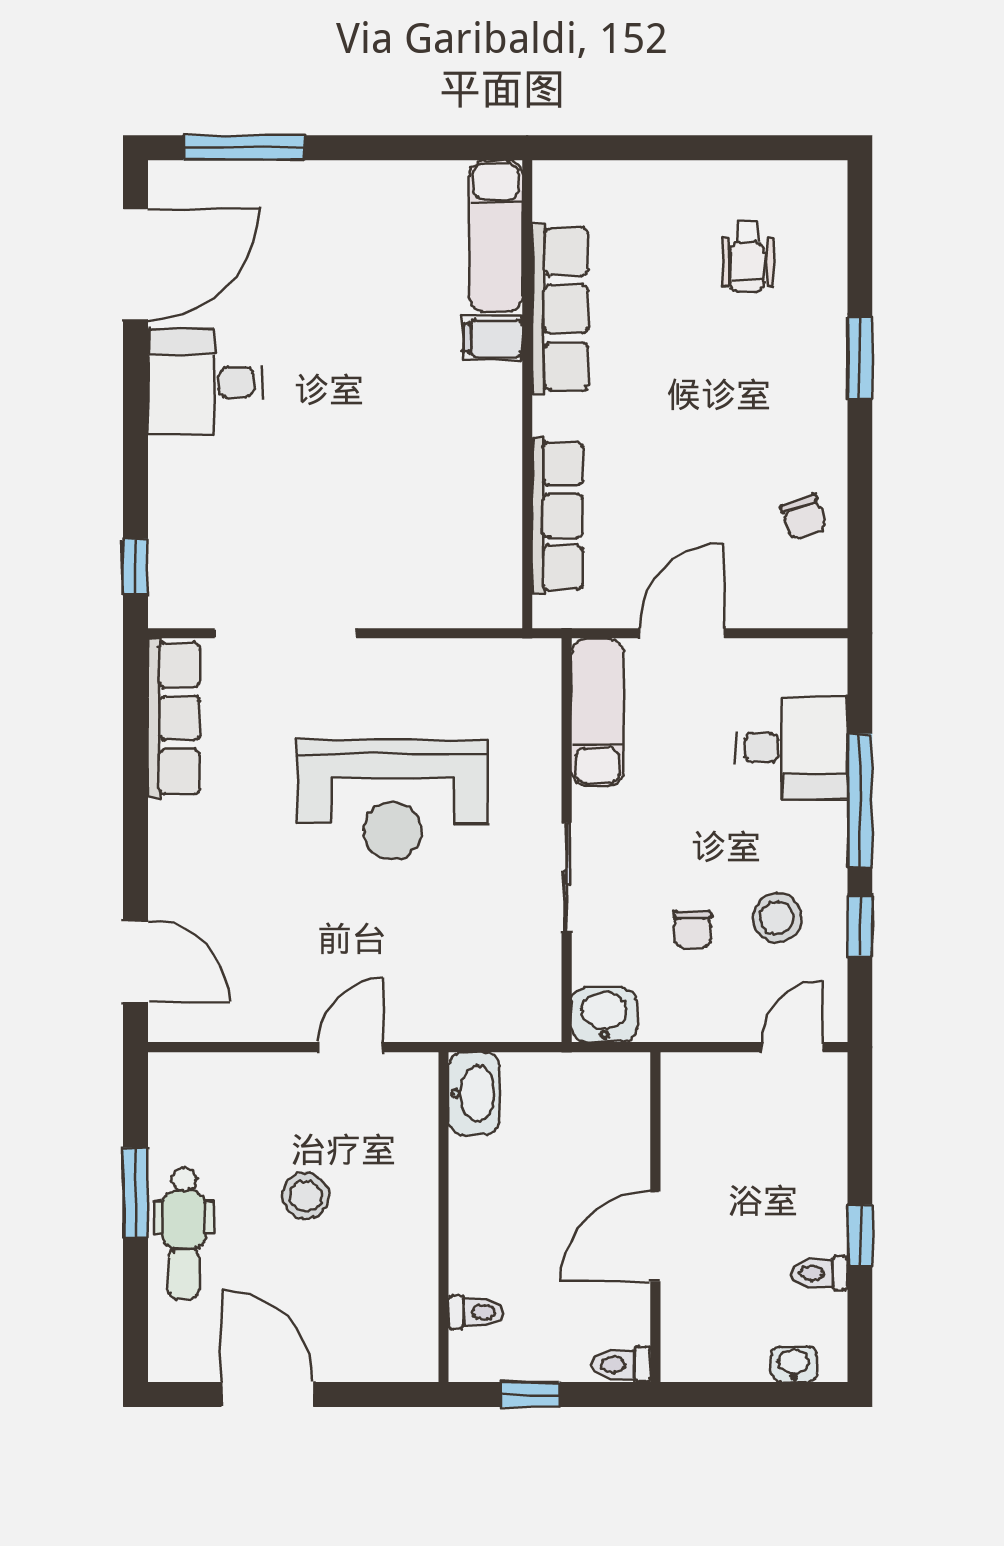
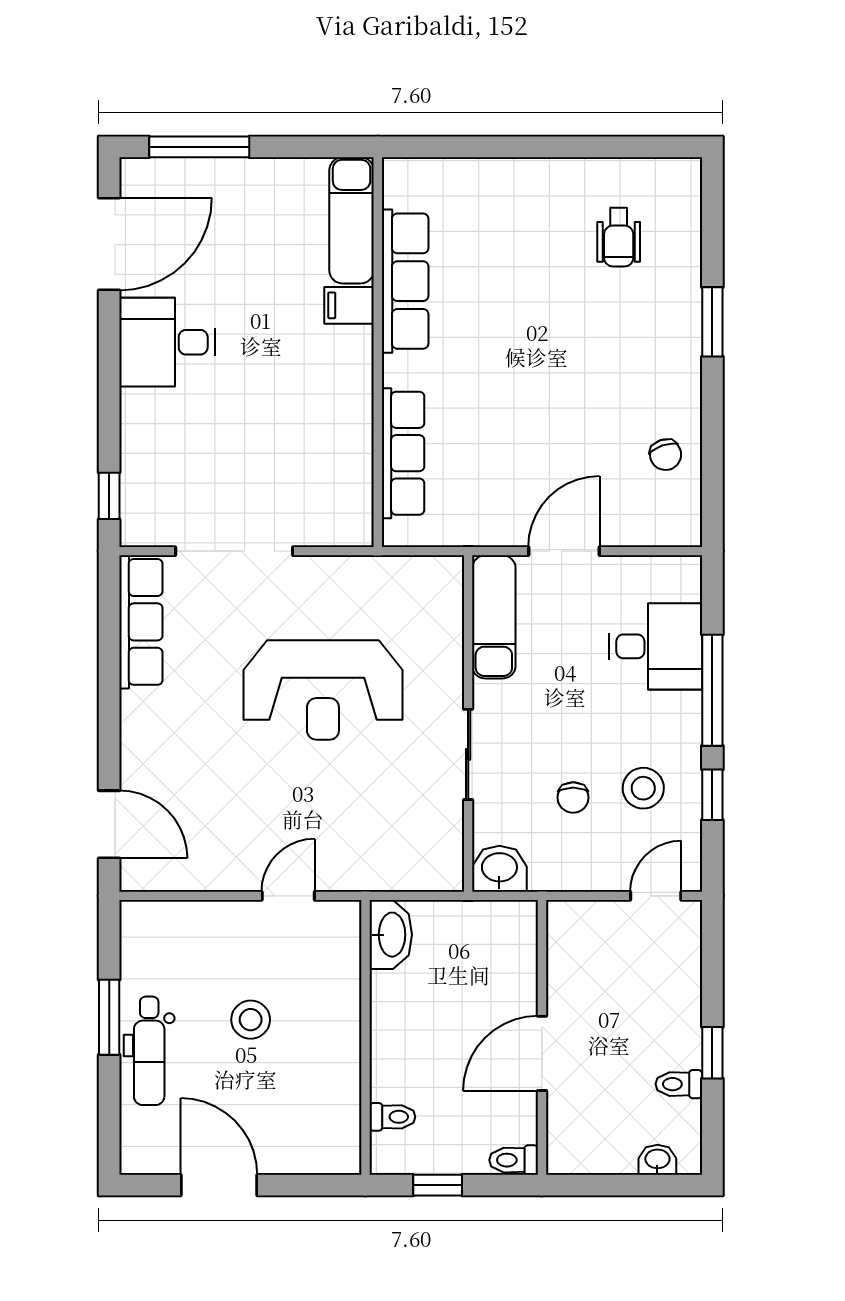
exam couch: (496, 236) -> (352, 220), moved
row of seats: (560, 309) -> (405, 281), moved
filing cabinet: (493, 338) -> (349, 305), moved
wall: (527, 394) -> (378, 352), moved
row of seats: (557, 516) -> (403, 453), moved

